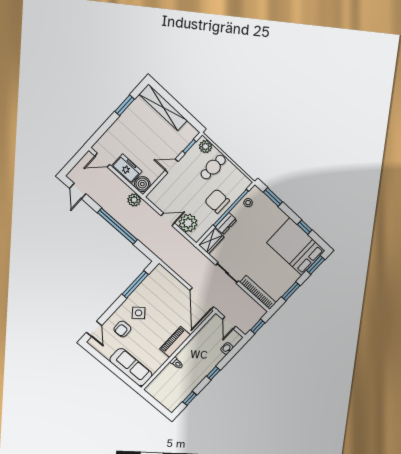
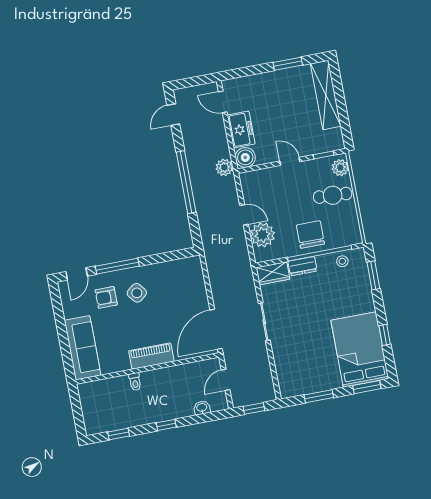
window: (135, 284) -> (117, 266), moved
bookcase: (258, 292) -> (282, 370), removed

